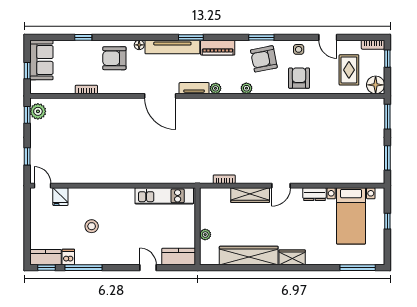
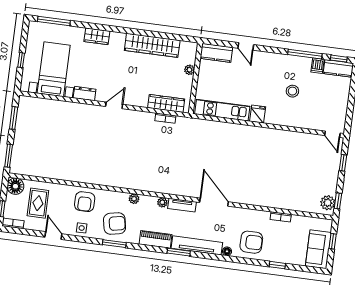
wardrobe: (250, 195) -> (166, 103), moved
fridge: (60, 197) -> (258, 114), moved
wardrobe: (292, 257) -> (97, 36), moved

